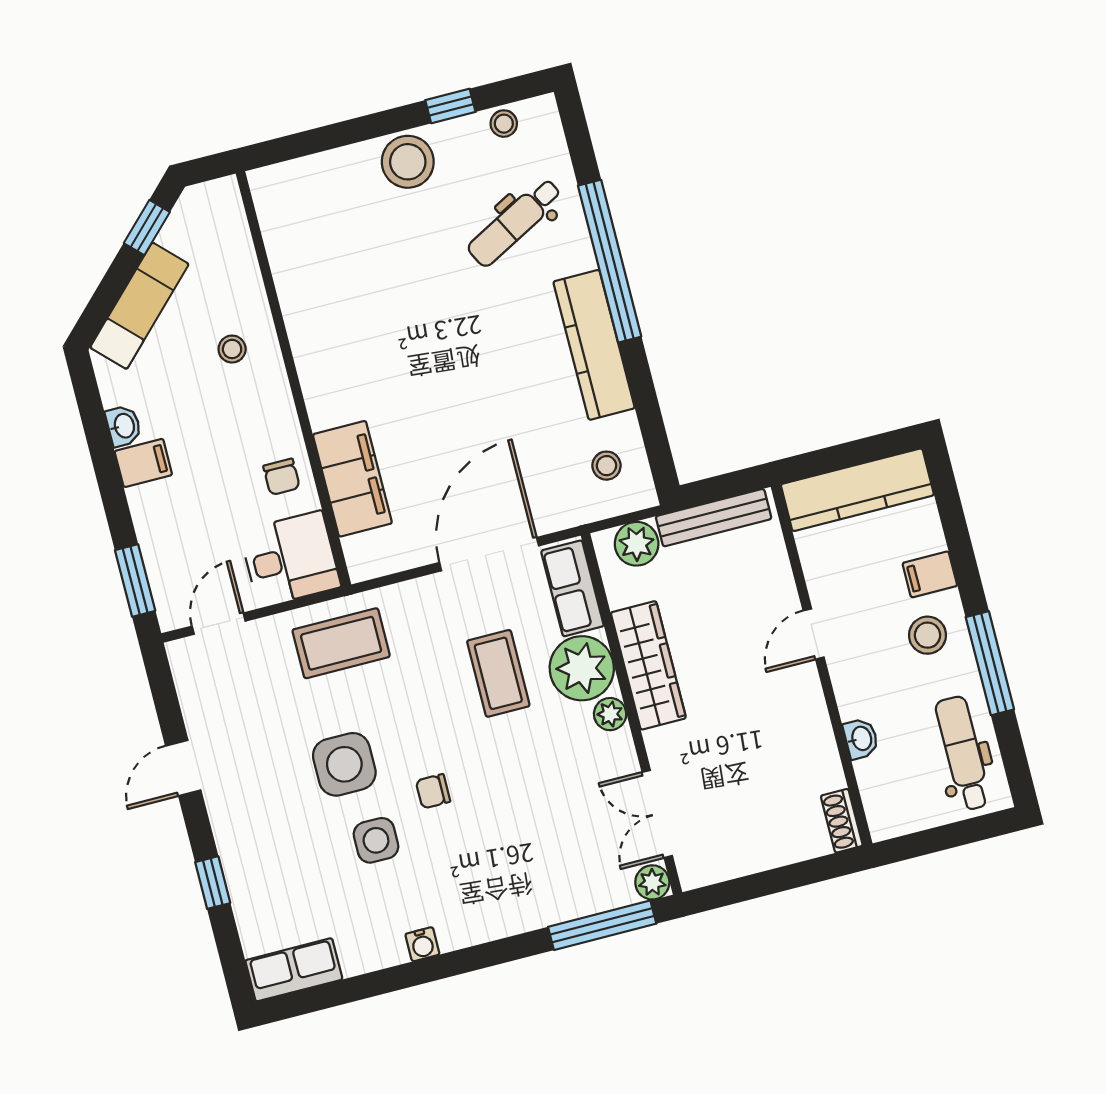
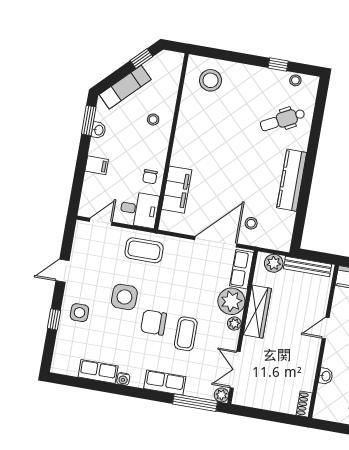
stool: (408, 162) -> (211, 80), moved
window: (610, 261) -> (312, 151), removed
filing cabinet: (143, 463) -> (97, 165), moved
stool: (606, 466) -> (251, 223), moved
window: (135, 581) -> (89, 120), moved
coffee table: (498, 673) -> (186, 334), moved
chair: (433, 791) -> (154, 322), width x1.87, depth x1.87
side table: (376, 840) -> (79, 313), moved
row of seats: (517, 911) -> (165, 383), added
row of seats: (294, 970) -> (98, 372), moved

